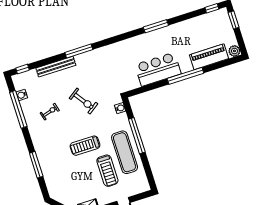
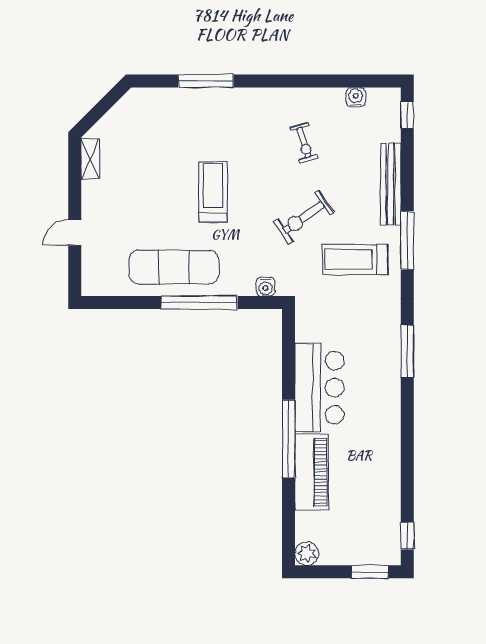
window: (156, 26) -> (407, 351), moved
piano: (209, 57) -> (312, 472), moved
window: (18, 109) -> (329, 81), removed
treadmill: (107, 171) -> (355, 259), moved

